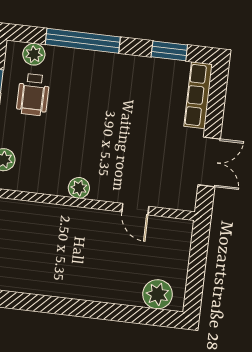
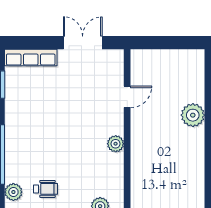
wheelchair: (33, 95) -> (46, 189), width x0.73, depth x0.73
plant: (158, 294) -> (193, 115), moved

